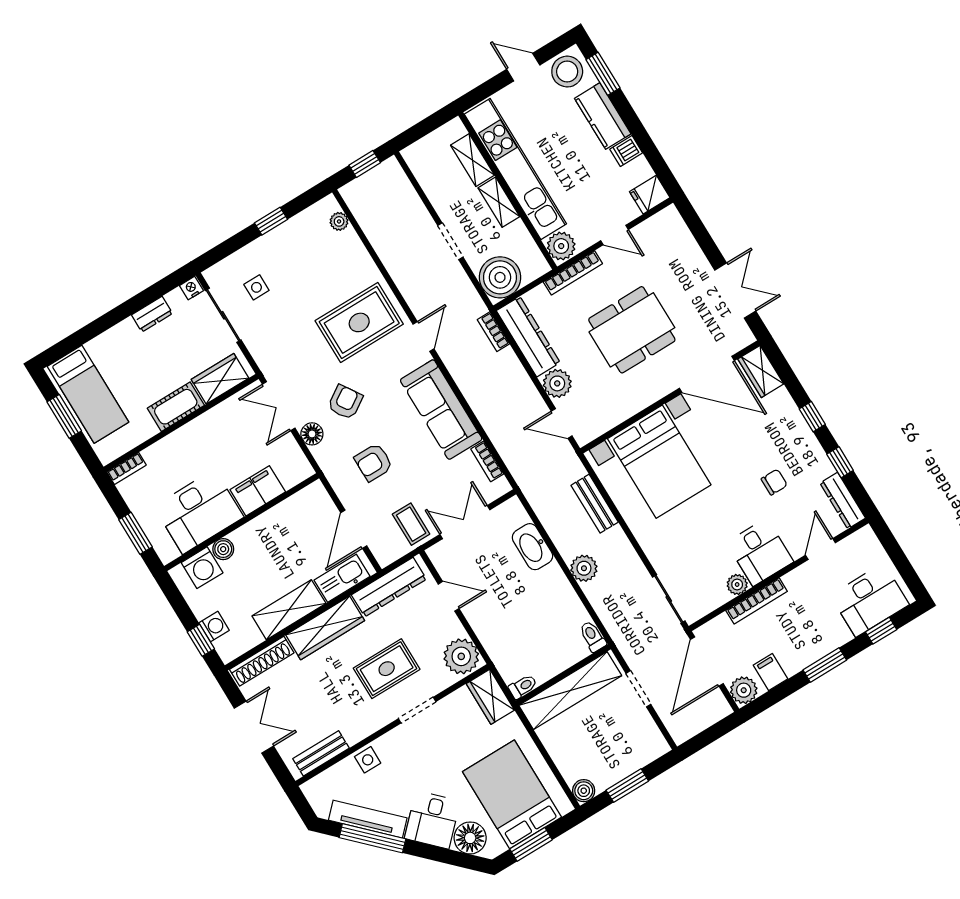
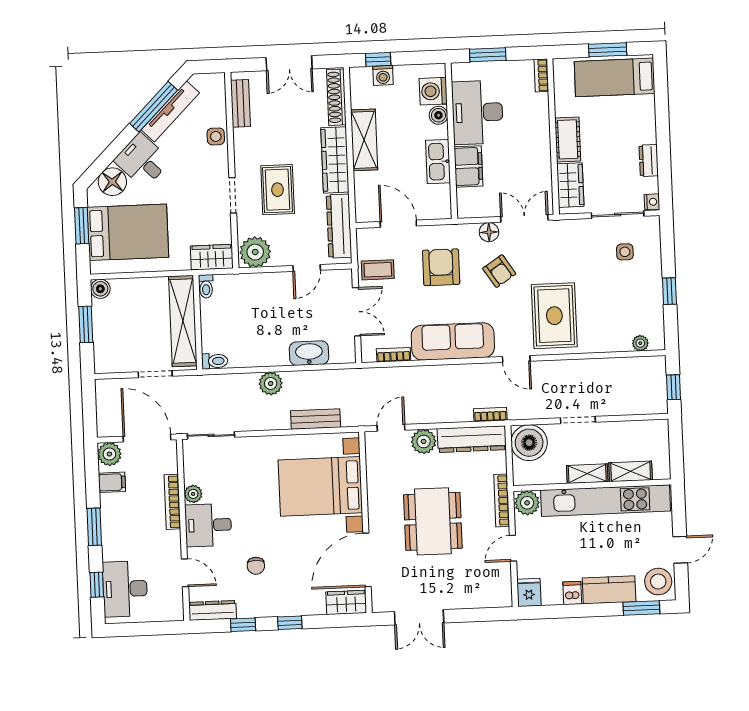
armchair: (374, 462) -> (441, 267), width x1.38, depth x1.38
kitchen sink: (342, 578) -> (438, 162), moved, turned 180

